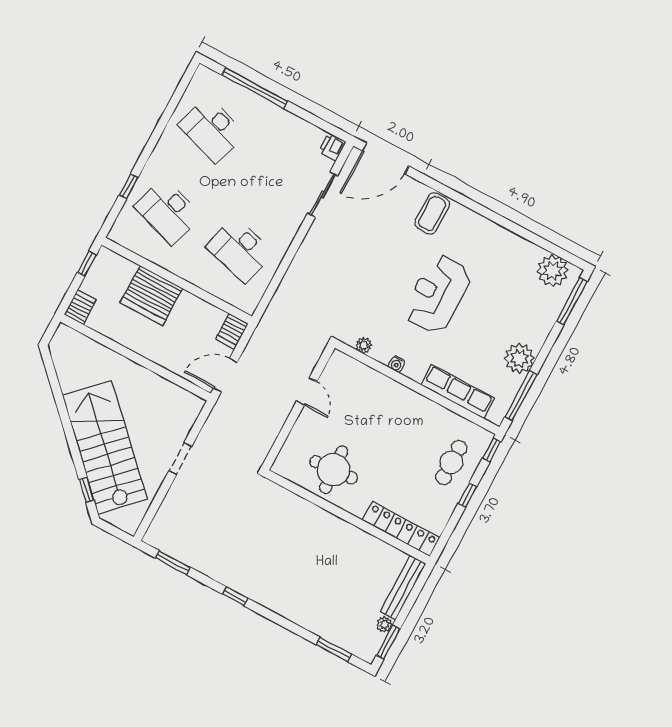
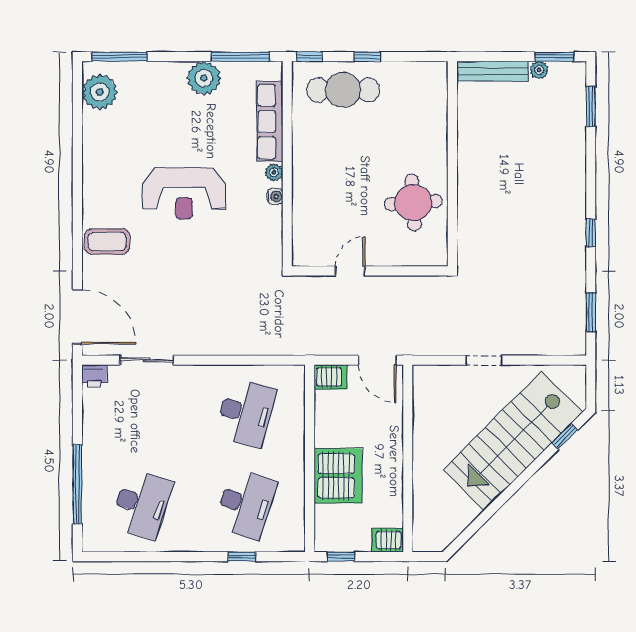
plant: (364, 345) -> (274, 172), moved
cafe table: (451, 462) -> (343, 90), width x1.37, depth x1.35
locker: (401, 529) -> (436, 104), removed

